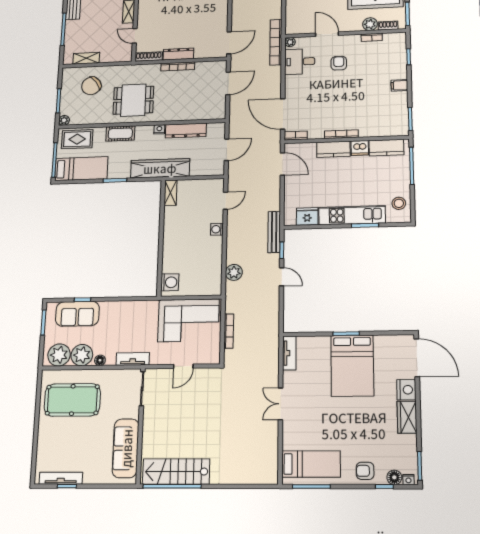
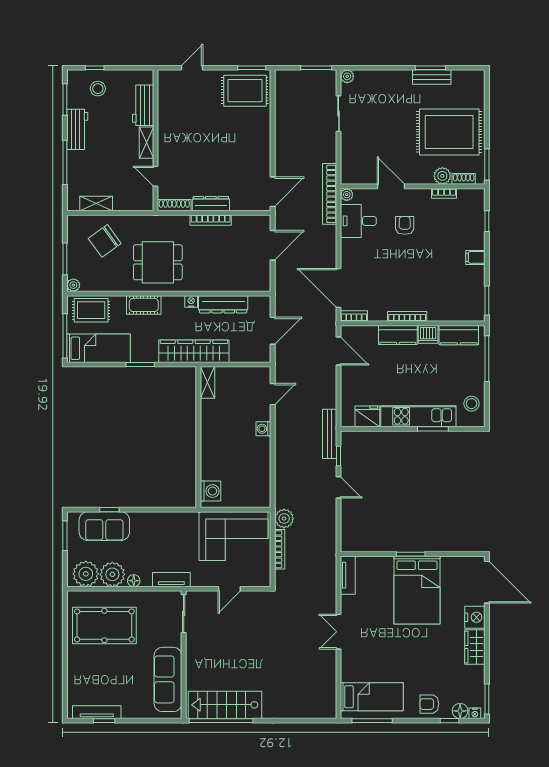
plant: (234, 272) -> (284, 519), moved

